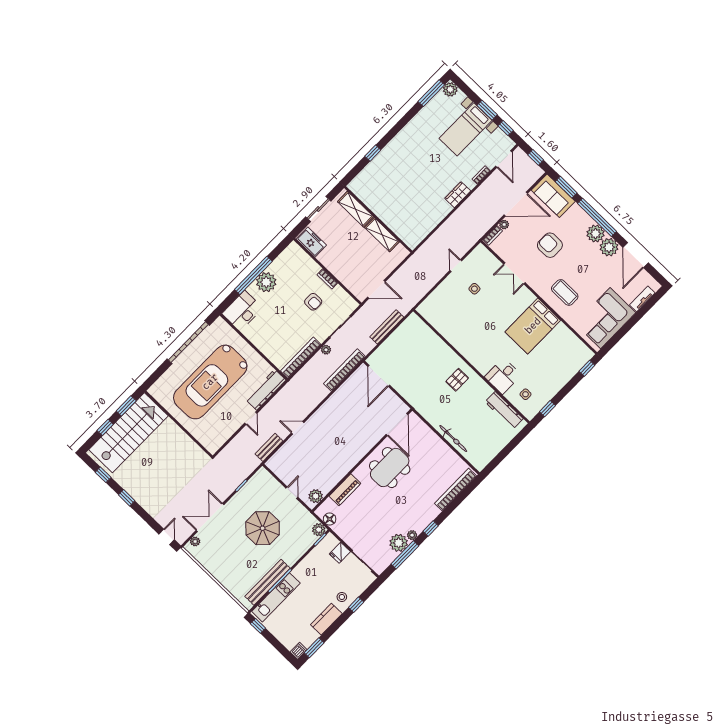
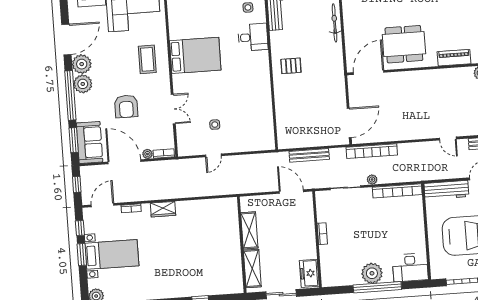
armchair: (313, 302) -> (349, 226), removed

